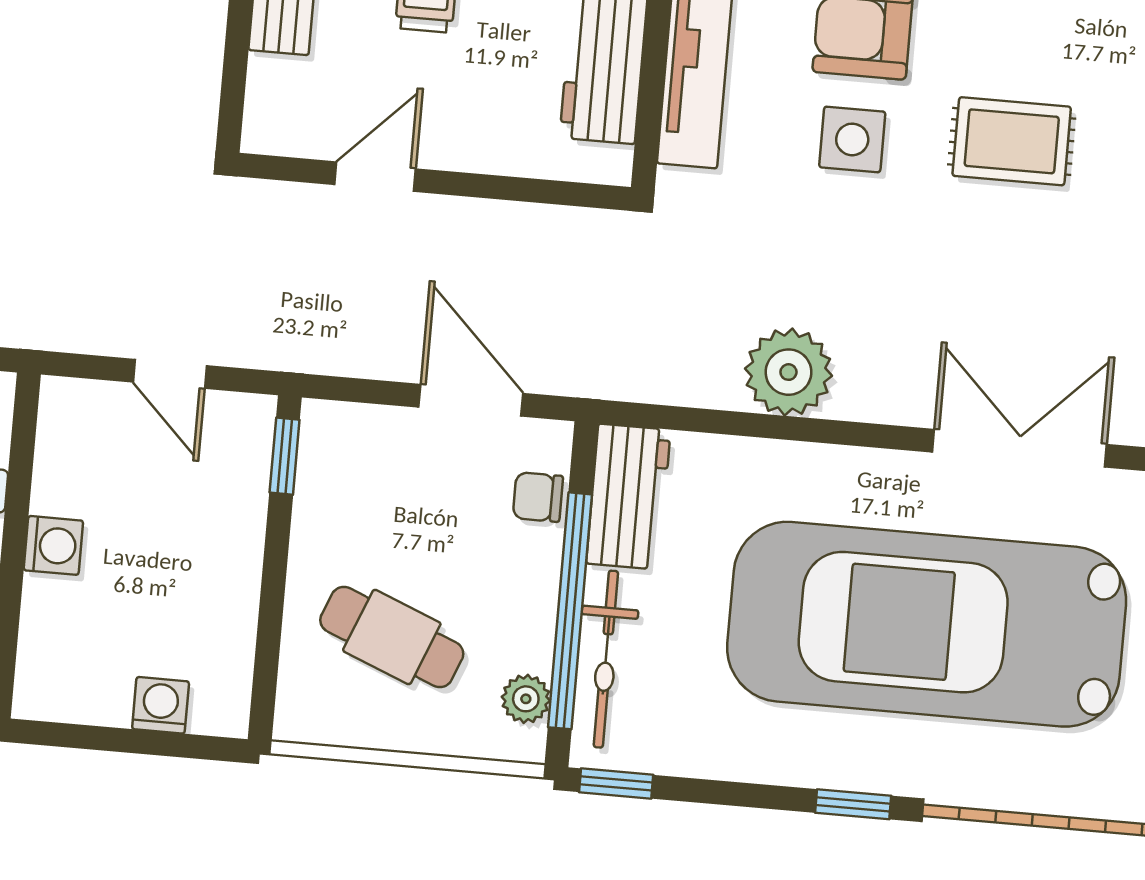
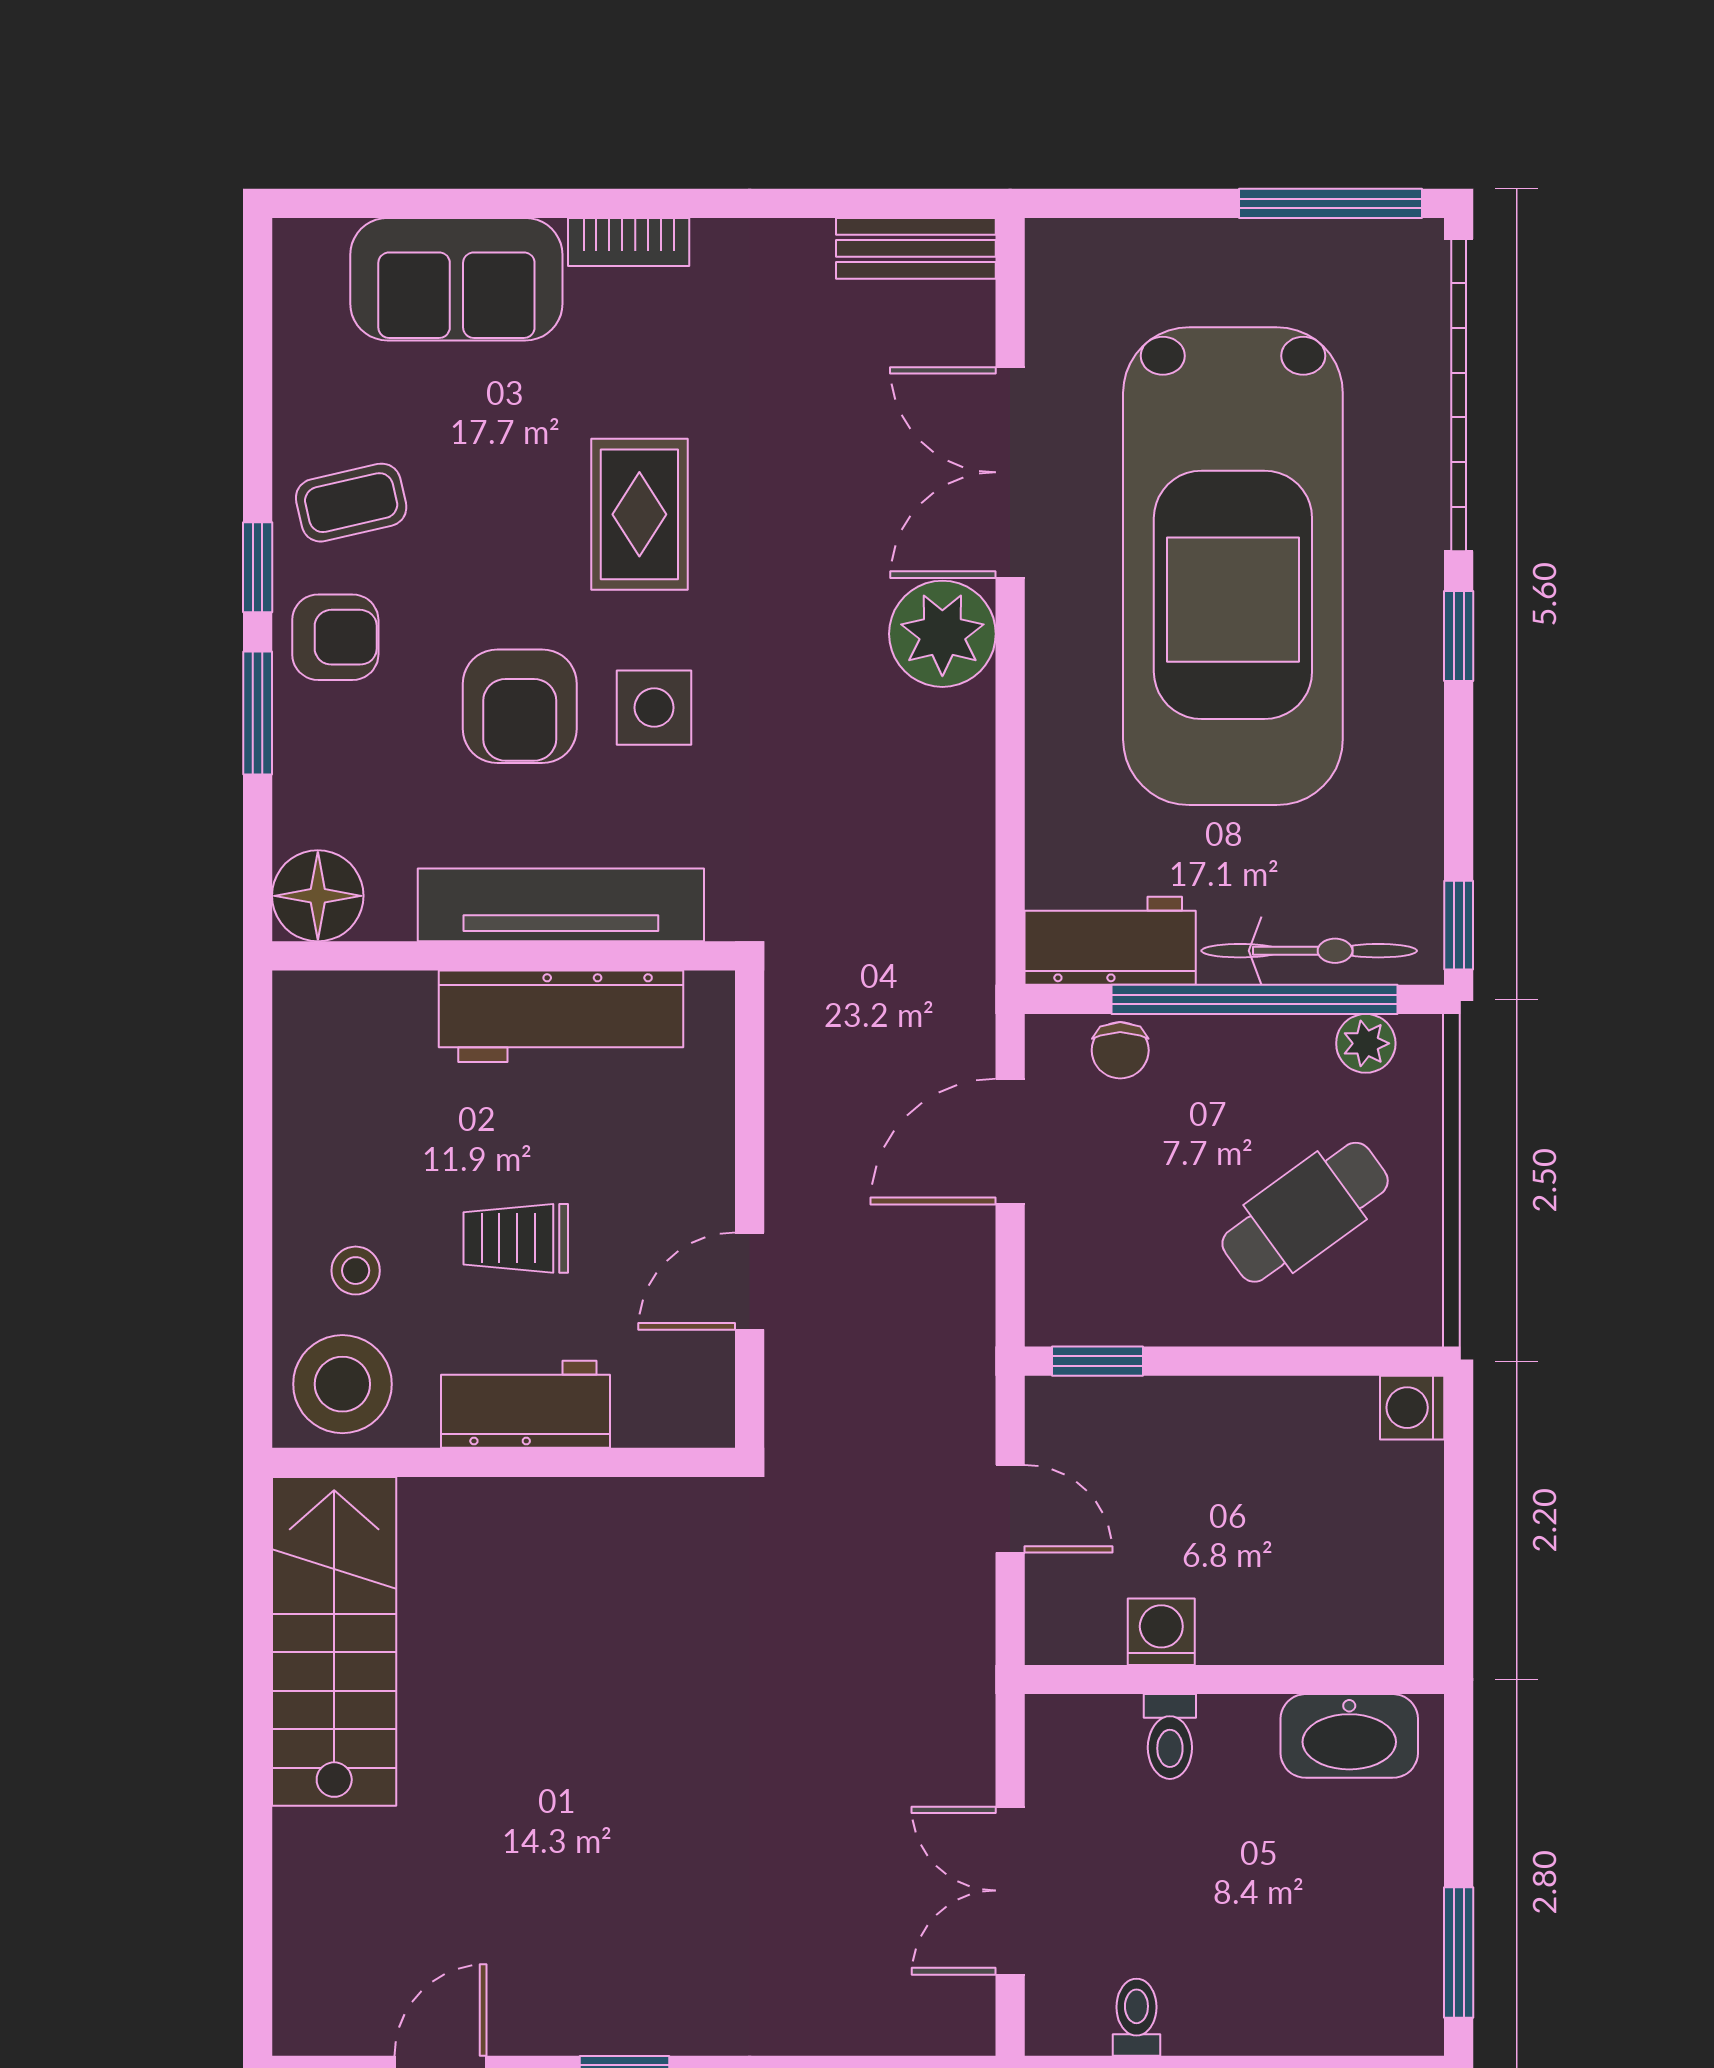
door: (375, 177) -> (750, 1281), hinge flipped
plant: (788, 372) -> (942, 634), moved
door: (170, 374) -> (1010, 1509), hinge flipped
washing machine: (53, 545) -> (1161, 1632), moved
cafe table: (392, 637) -> (1305, 1212), turned 32
washing machine: (161, 705) -> (1412, 1408), moved

